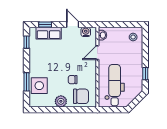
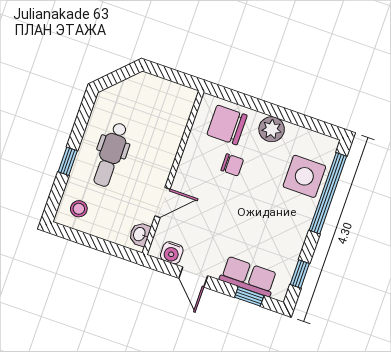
window: (145, 74) -> (68, 161), moved
window: (26, 82) -> (328, 193), width x2.11
dental chair: (115, 85) -> (111, 155), moved, width x0.73, depth x0.72

